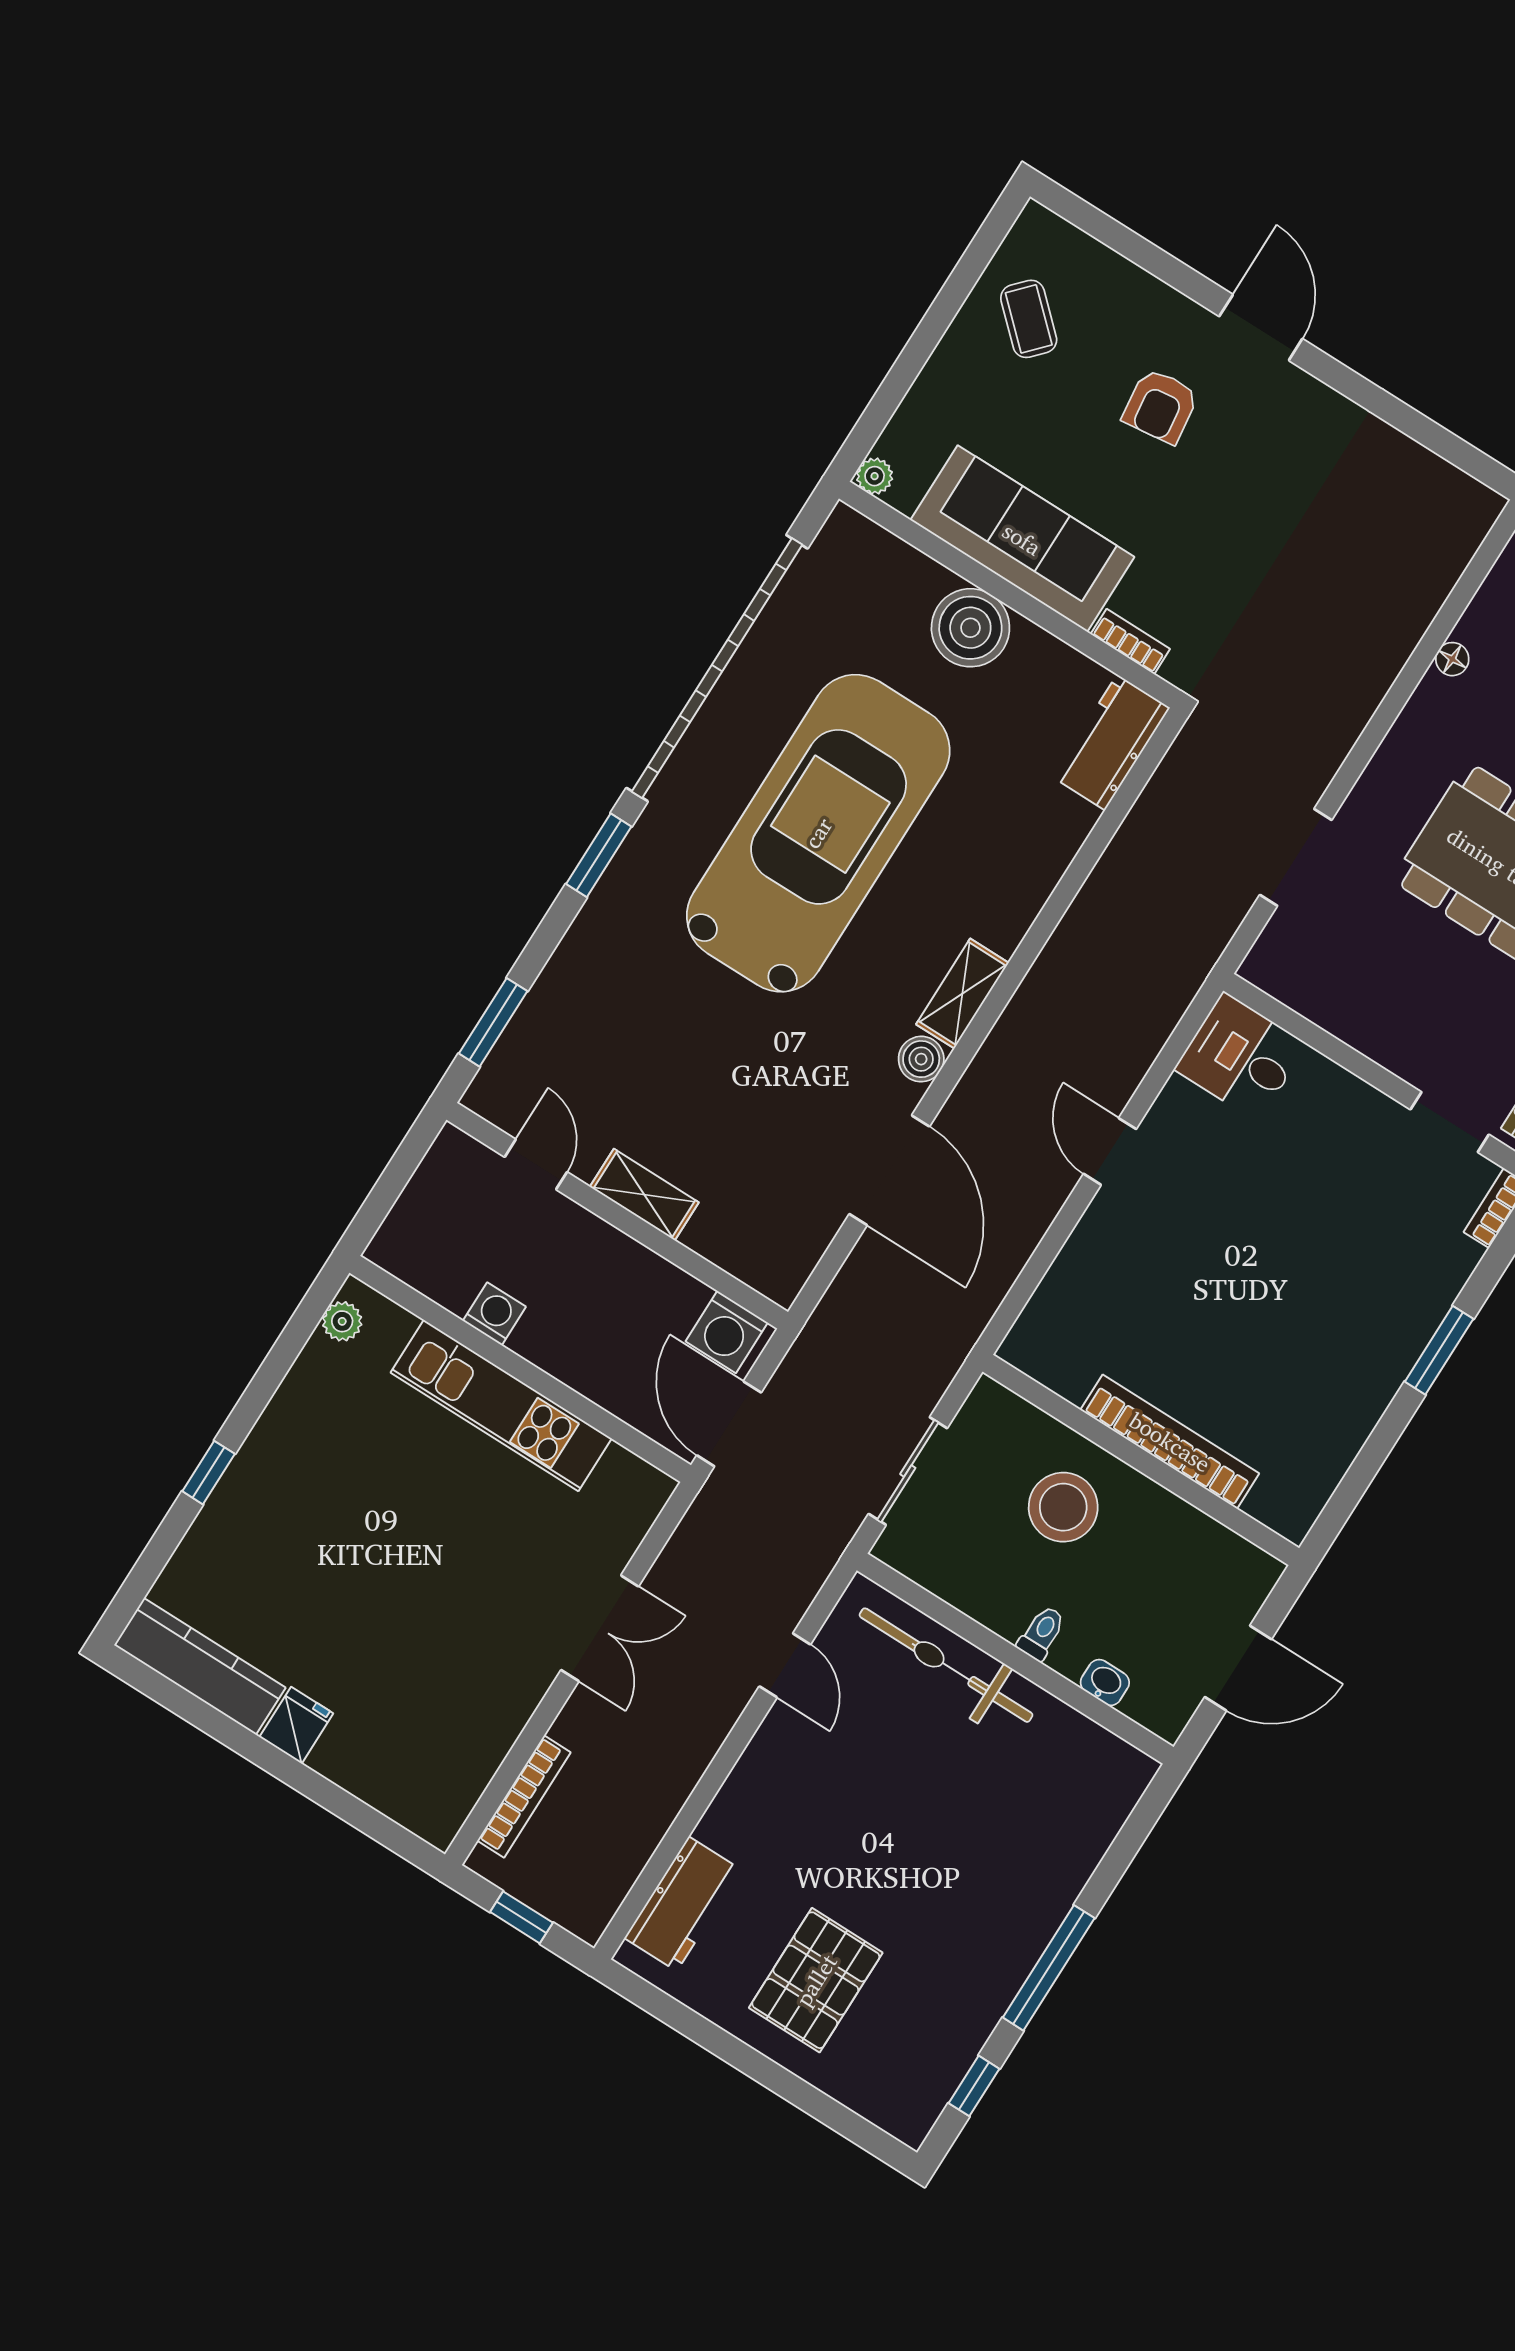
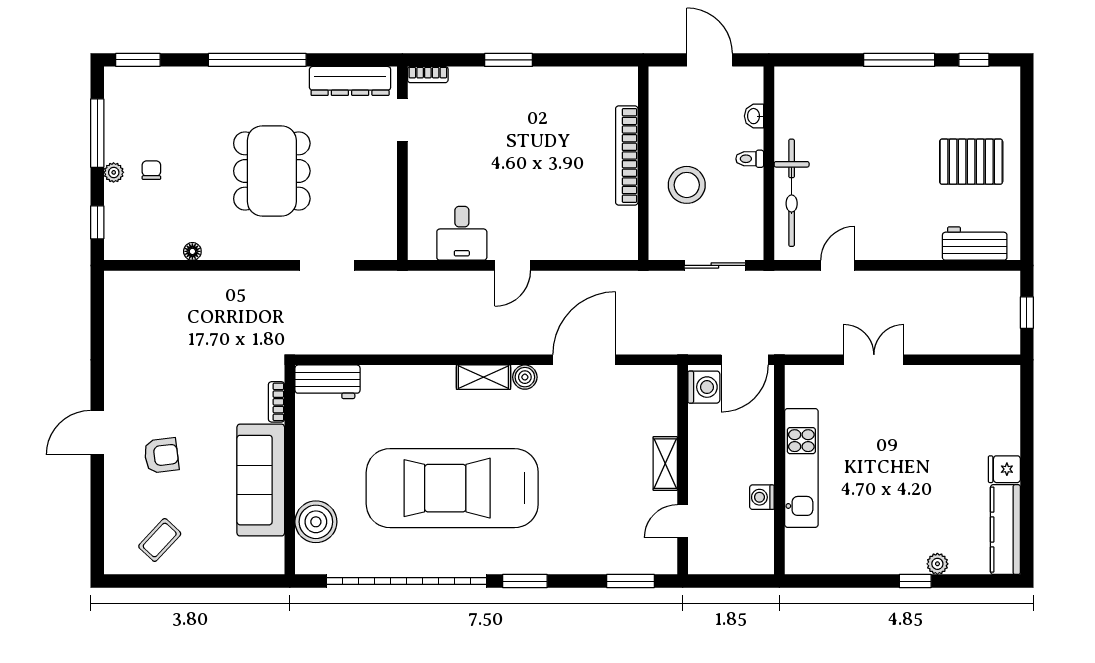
plant: (875, 476) -> (275, 565), removed
boiler: (970, 628) -> (316, 522), moved
desk: (1241, 1057) -> (462, 233), moved
plant: (342, 1321) -> (937, 564), moved
bookcase: (524, 1796) -> (972, 346), removed

